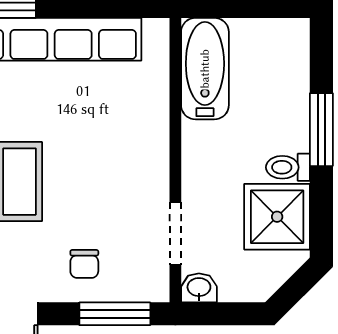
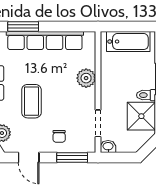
bathtub: (205, 69) -> (128, 42), moved, turned 90
plant: (148, 127) -> (86, 78), added

